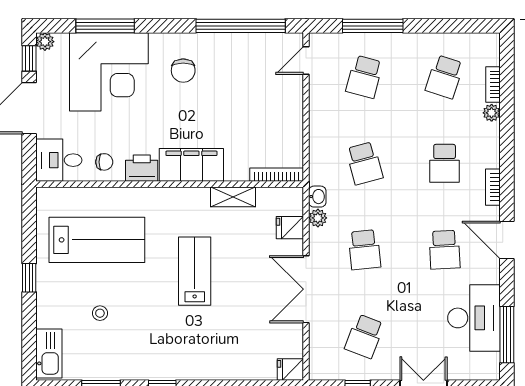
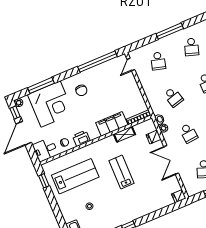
window: (373, 26) -> (170, 31), moved
filing cabinet: (191, 165) -> (112, 124), moved
window: (29, 278) -> (44, 181), moved

